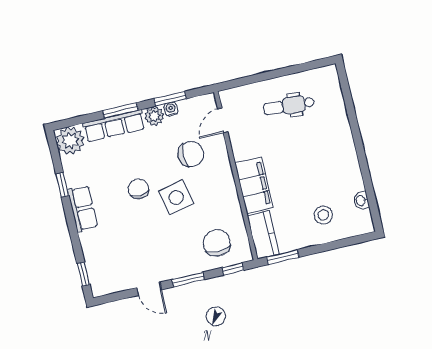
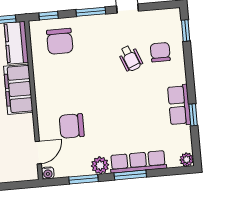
water cooler: (171, 109) -> (48, 173), moved
plant: (70, 141) -> (187, 160), width x0.53, depth x0.53
chair: (138, 189) -> (160, 52), moved, turned 180
side table: (176, 197) -> (91, 88), removed
row of seats: (83, 208) -> (179, 105), moved
wheelchair: (138, 236) -> (130, 58), added

